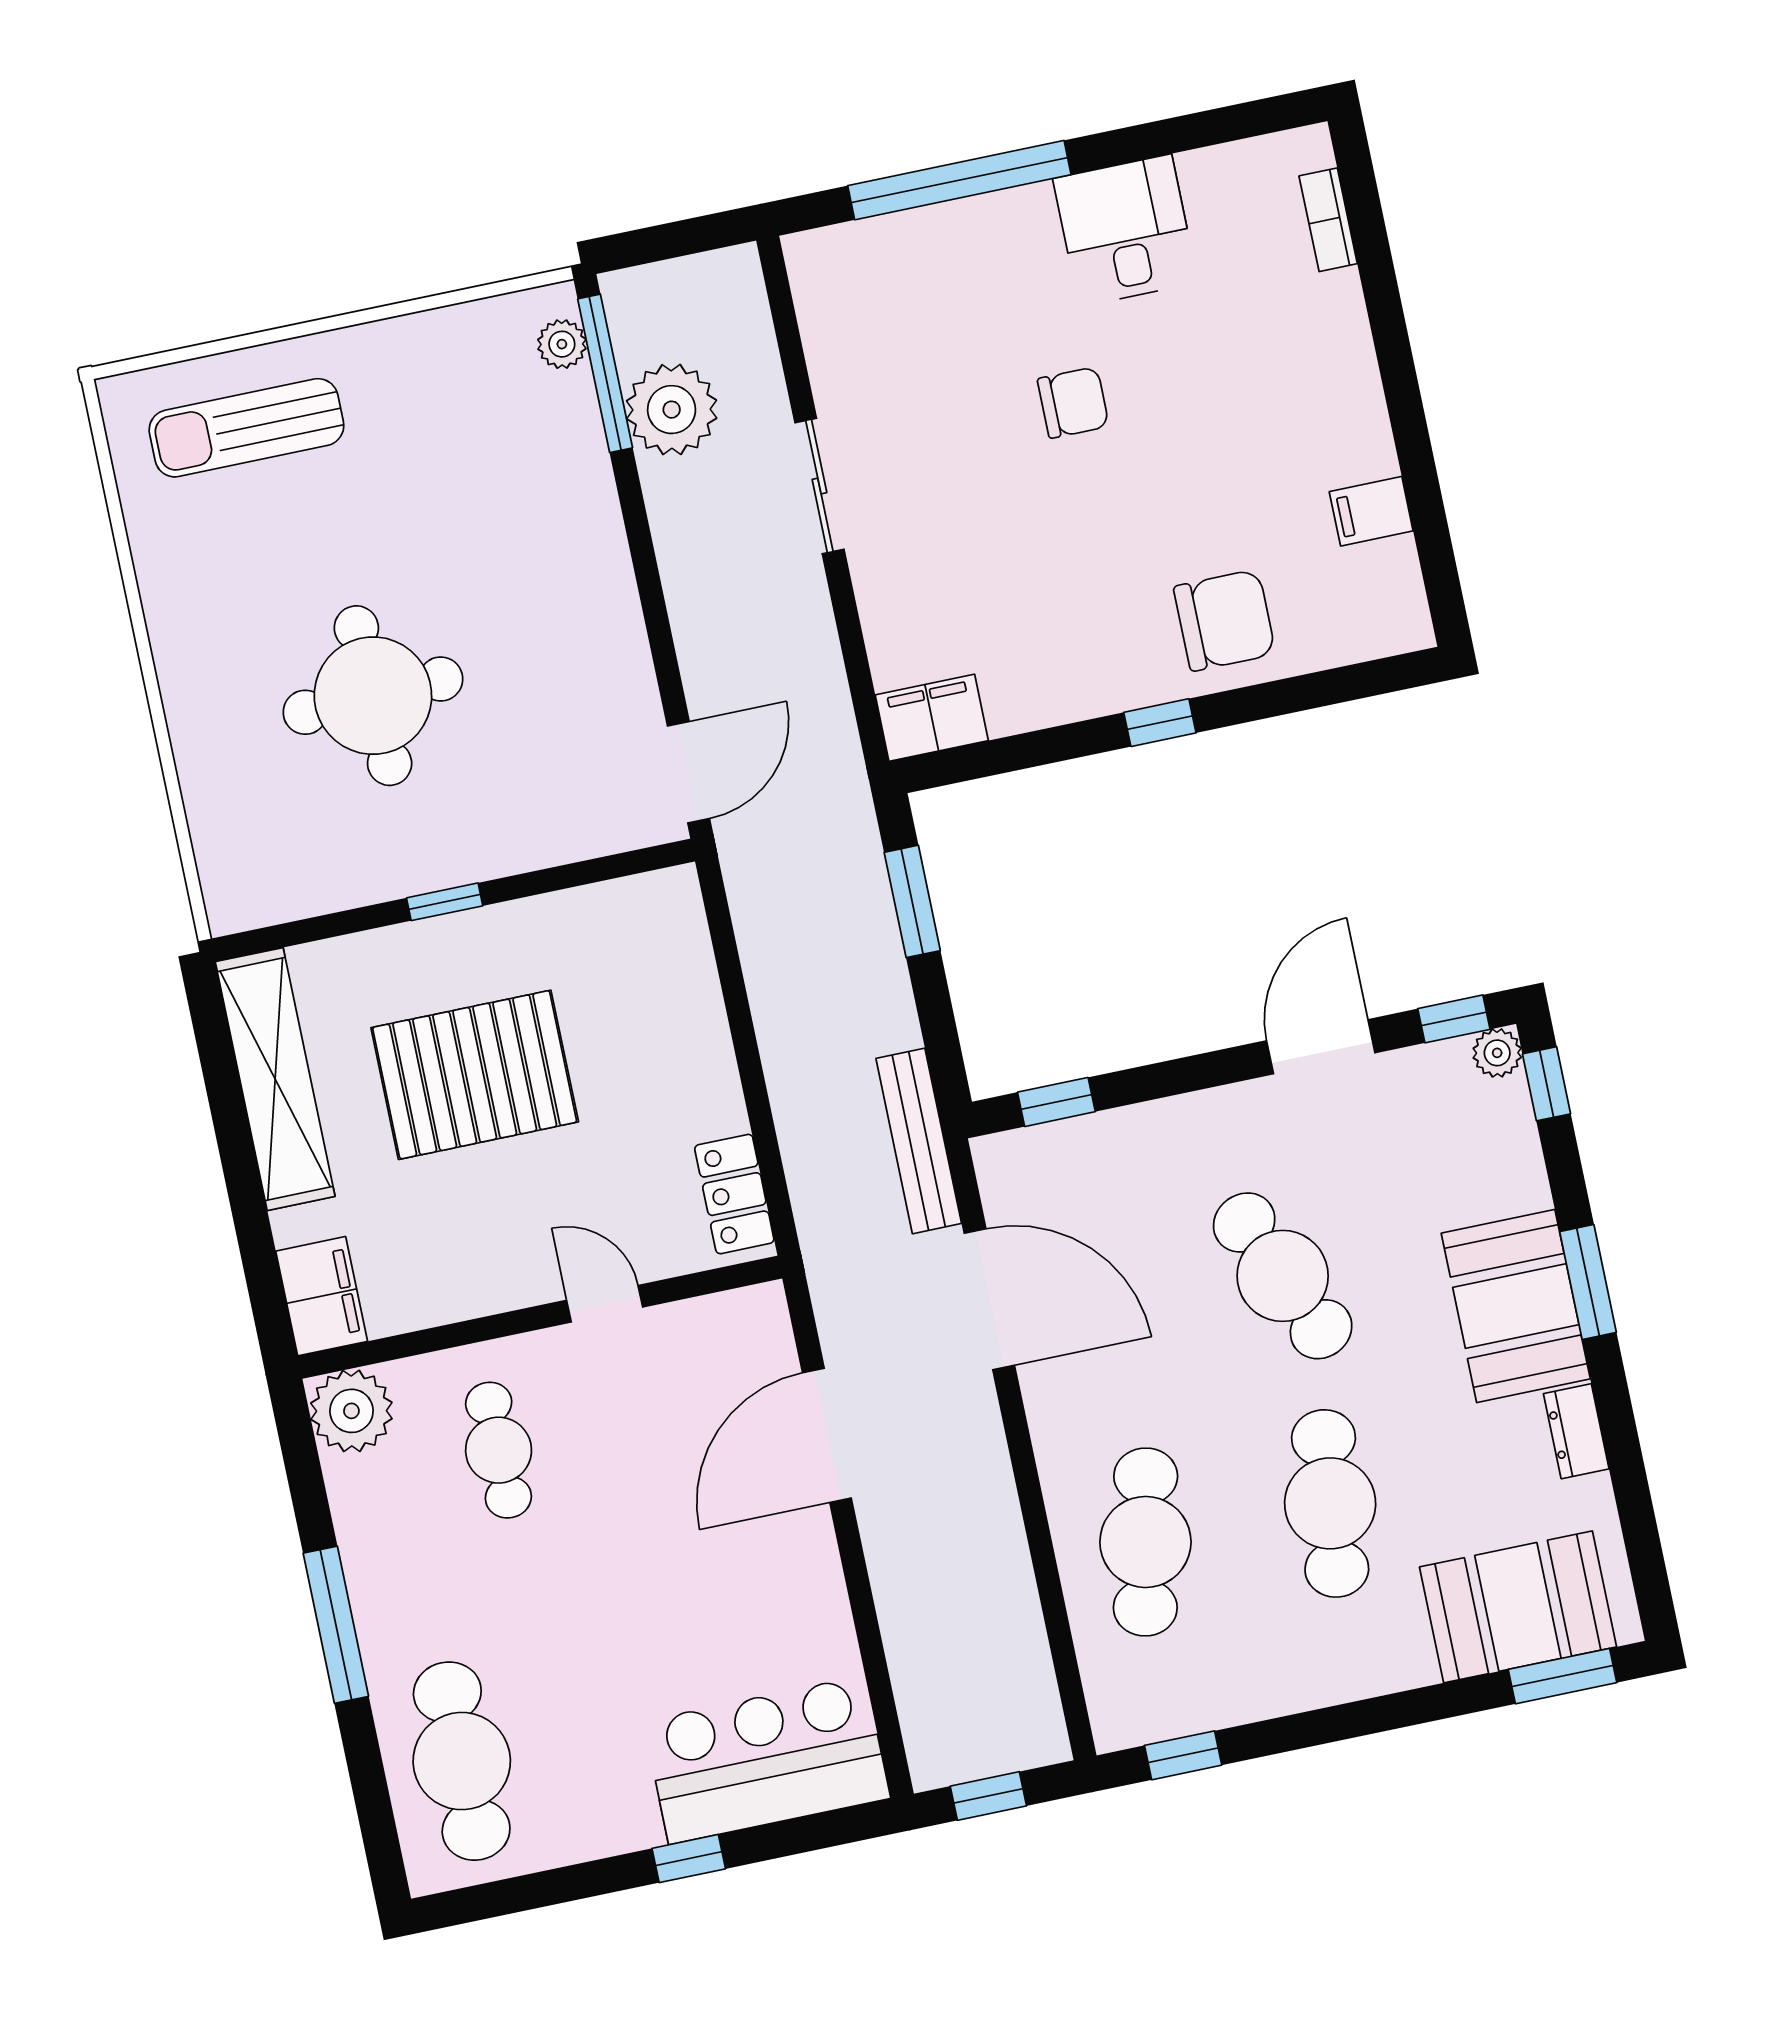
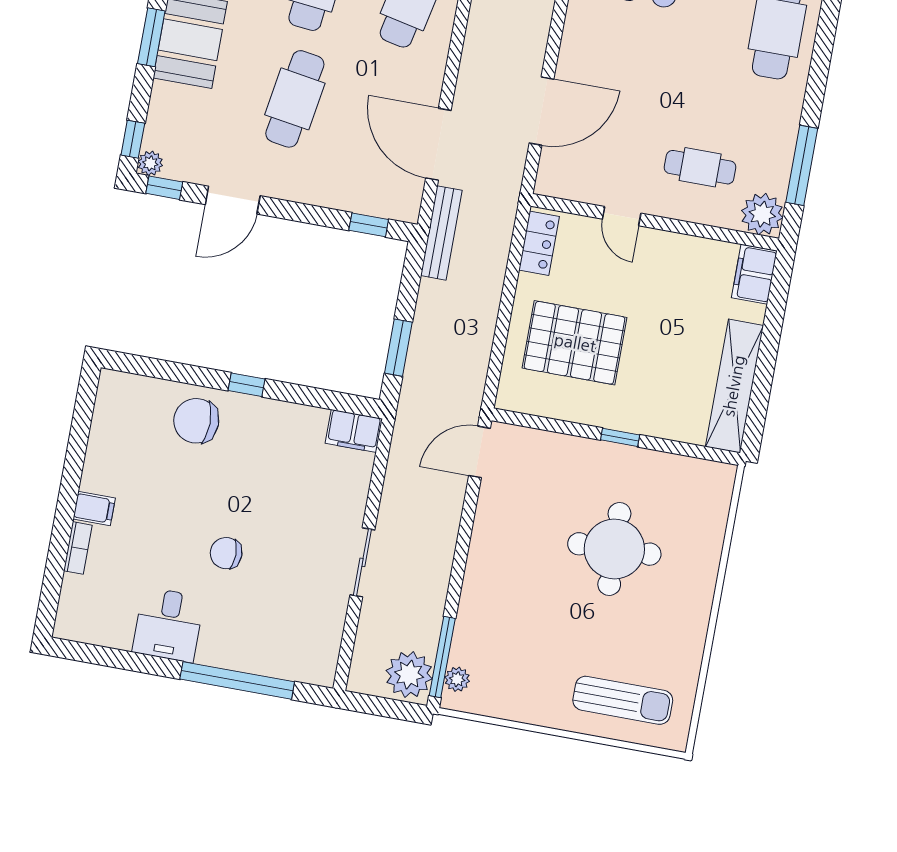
bookcase: (1328, 220) -> (78, 548), moved
plant: (672, 410) -> (409, 675), moved
filing cabinet: (1371, 511) -> (94, 508), moved
pallet: (475, 1075) -> (575, 343), moved
cafe table: (1283, 1276) -> (295, 99), turned 33
cafe table: (499, 1450) -> (700, 167), turned 90
window: (336, 1625) -> (802, 165), moved

